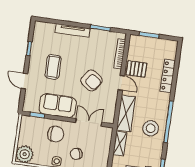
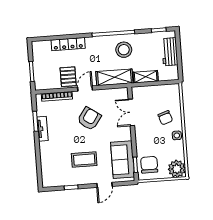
tv unit: (73, 30) -> (42, 129), moved, width x0.71
sofa: (58, 106) -> (123, 160), moved
chair: (56, 134) -> (149, 165), moved

